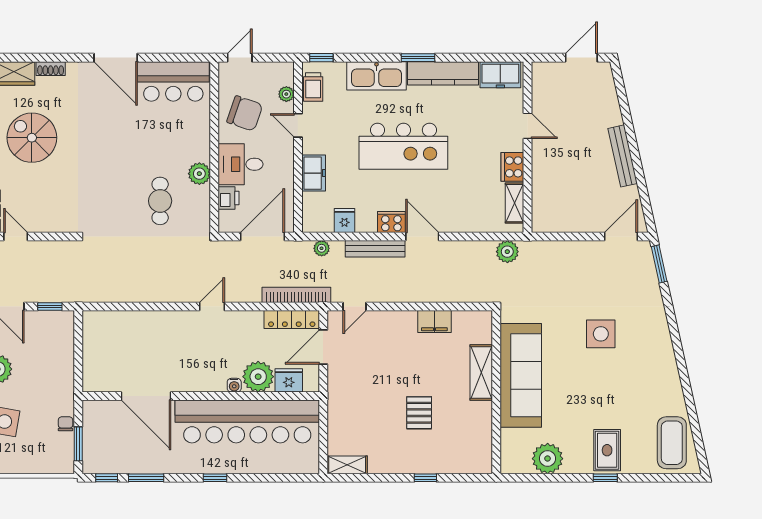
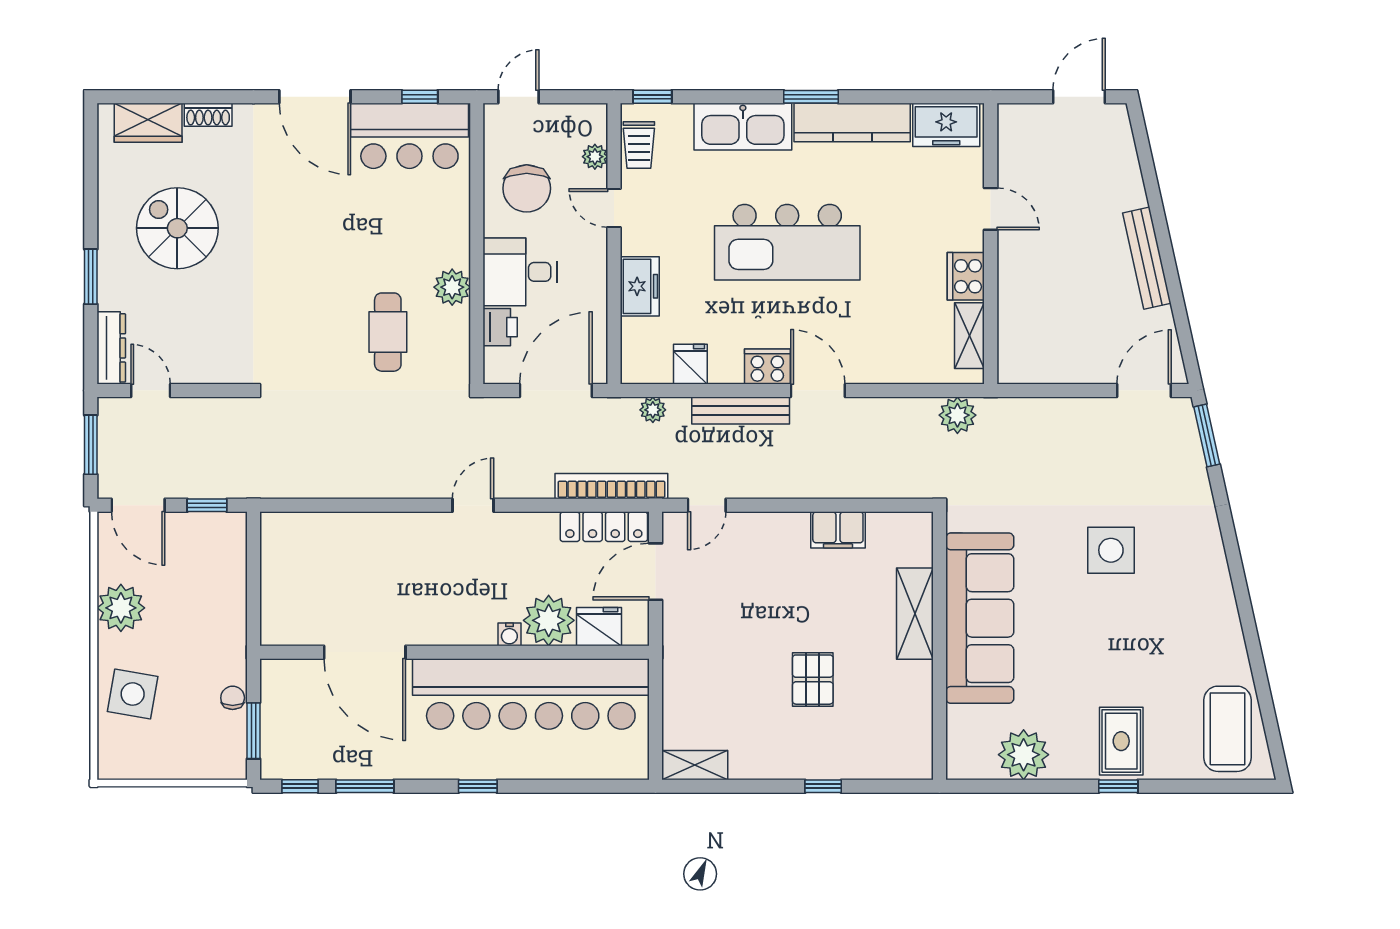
window: (180, 58) -> (420, 97), added
chair: (245, 113) -> (527, 188), turned 71

